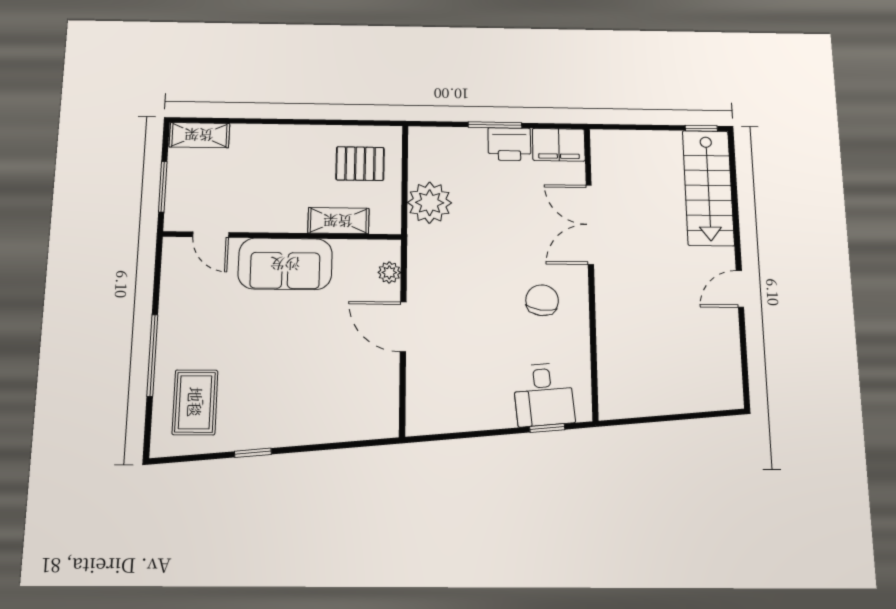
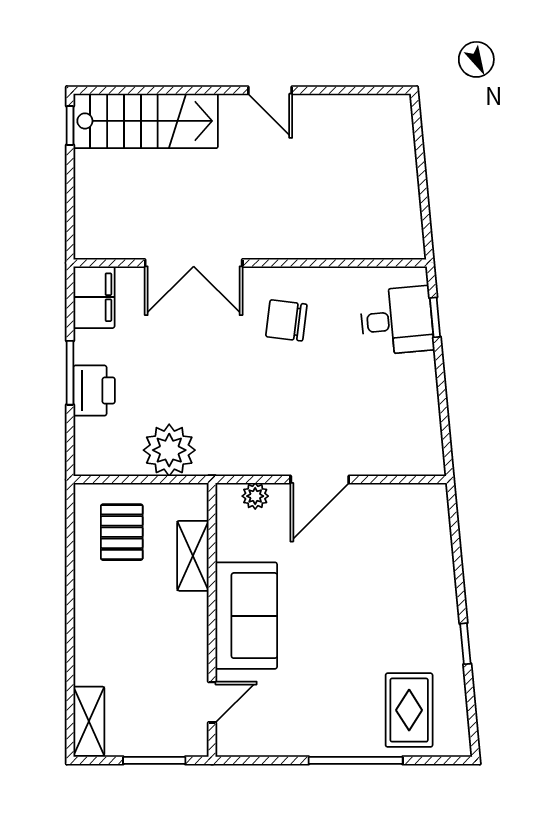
printer: (509, 144) -> (94, 391), moved
rug: (195, 402) -> (409, 710), turned 90

